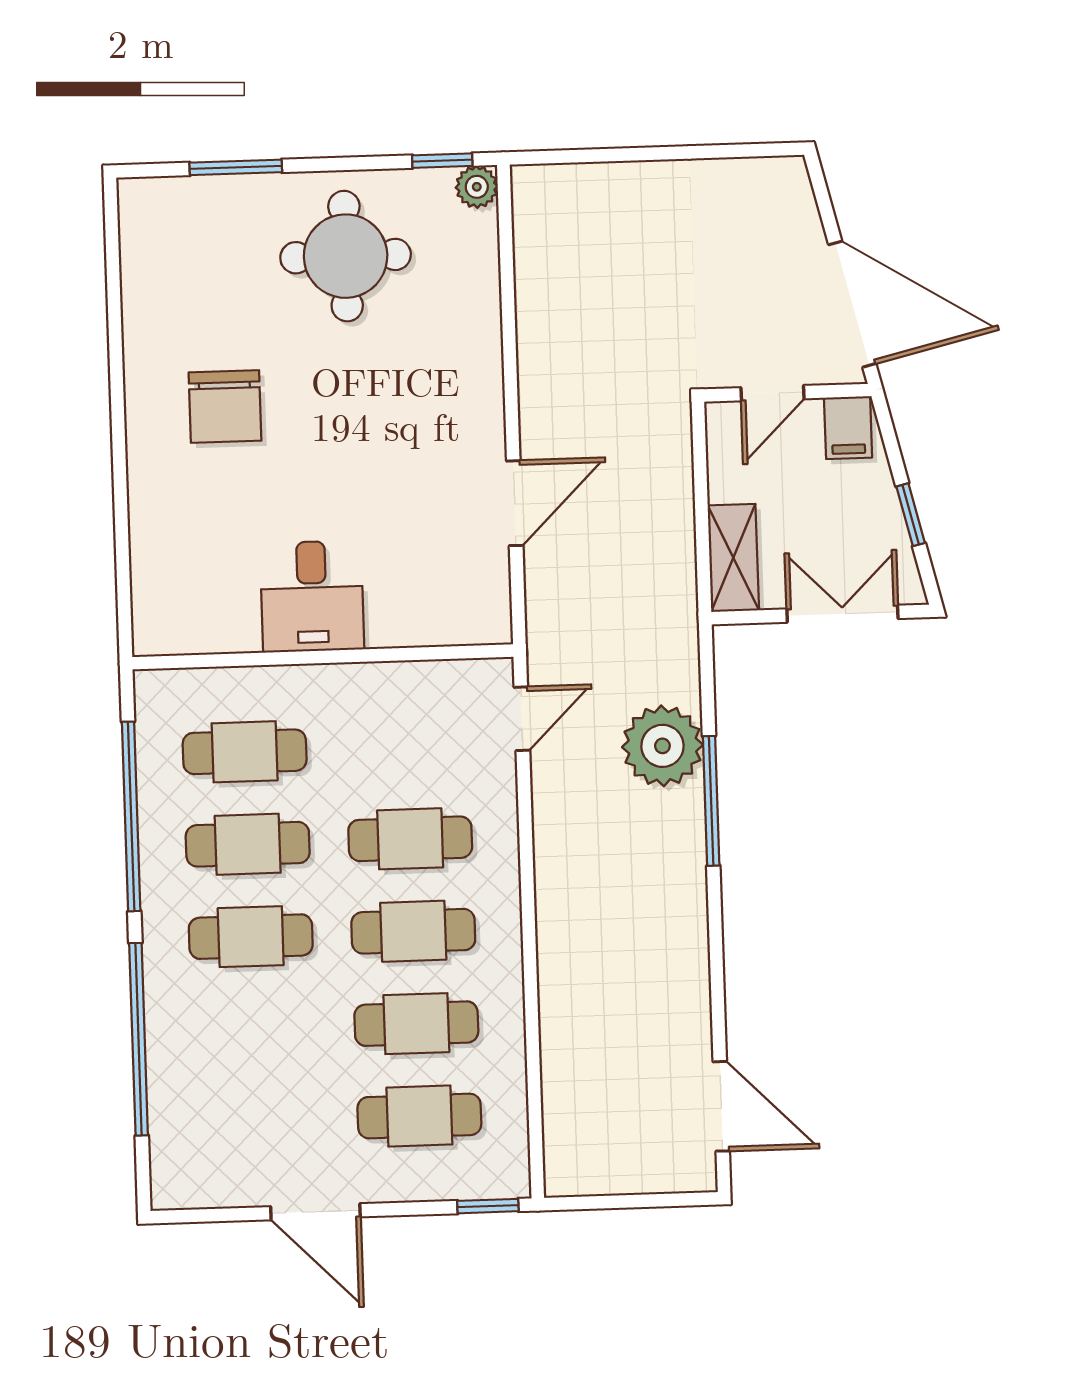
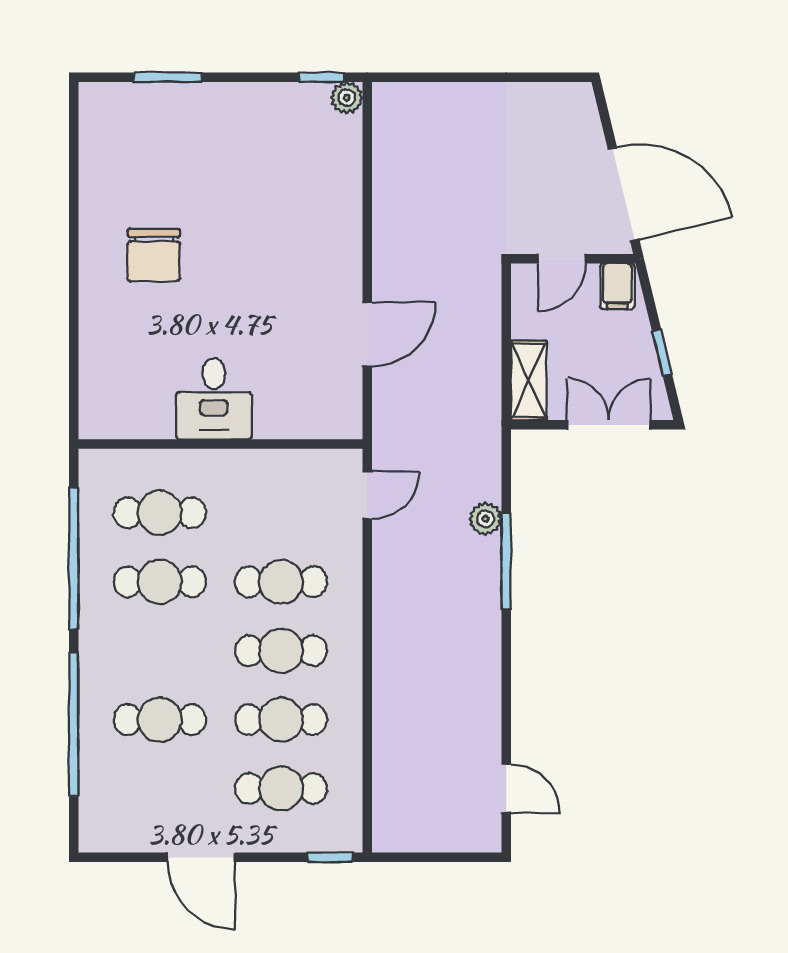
round table: (346, 256) -> (247, 146), removed
plant: (662, 746) -> (485, 519), width x0.53, depth x0.53
cafe table: (251, 937) -> (160, 720), moved
door: (721, 1106) -> (506, 789), width x0.73

